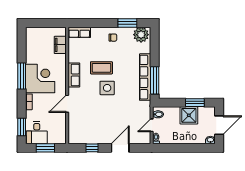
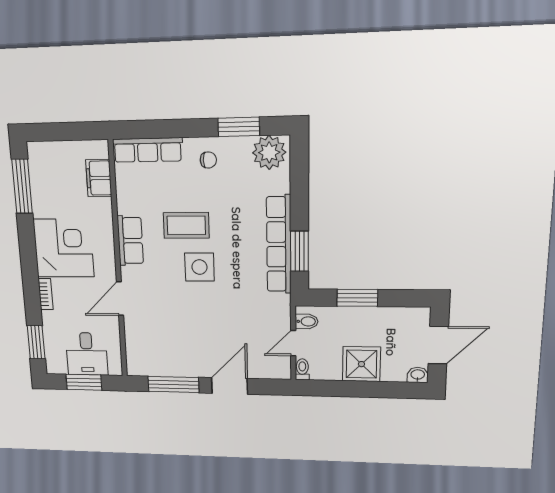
row of seats: (79, 32) -> (148, 150), width x1.48
window: (22, 76) -> (22, 186), moved
window: (155, 80) -> (299, 251), width x0.69
window: (195, 103) -> (357, 298), moved
shower: (189, 115) -> (361, 364), moved
desk: (37, 133) -> (87, 354), moved
window: (92, 148) -> (173, 384), width x2.17

